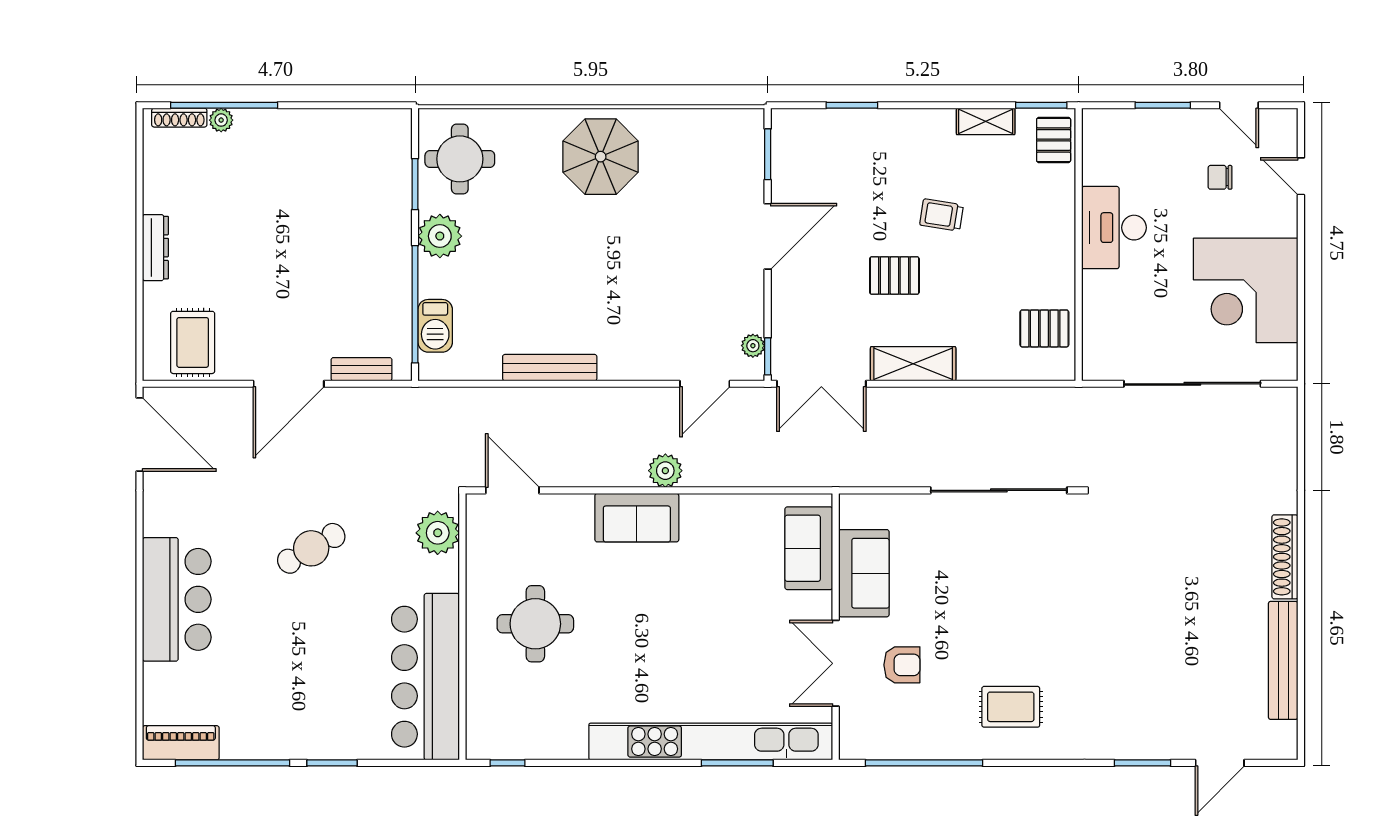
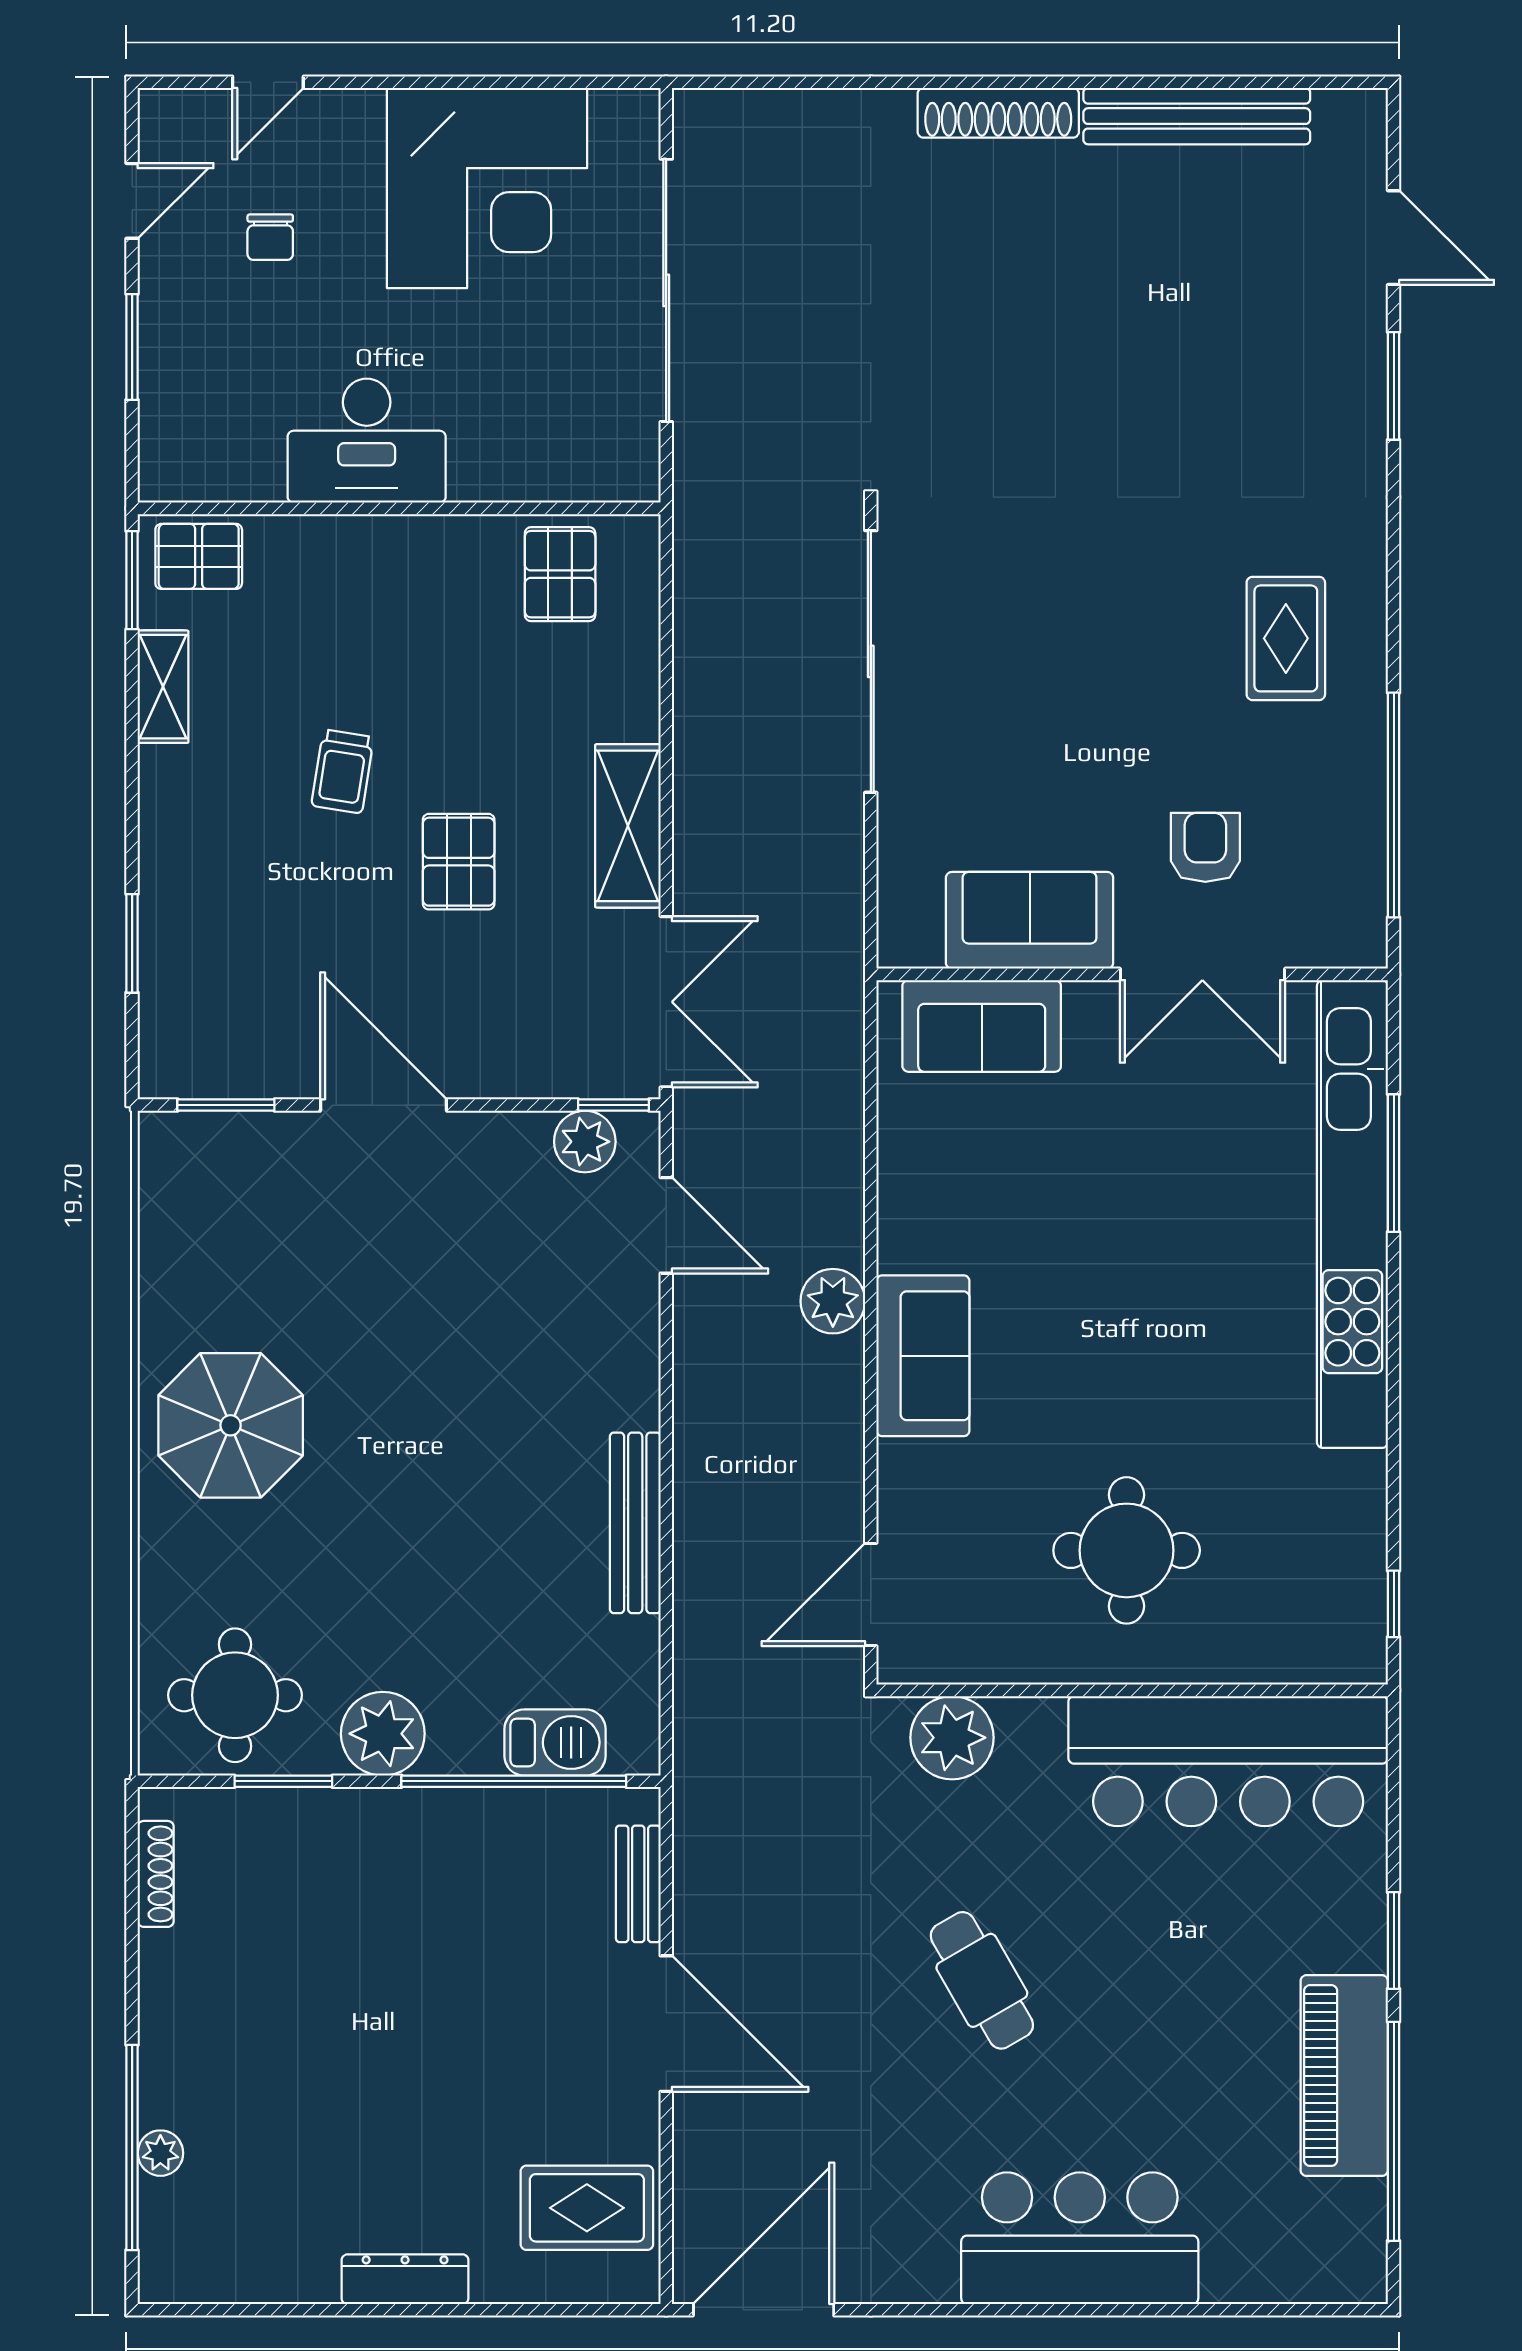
shoe rack: (179, 118) -> (156, 1874), moved
plant: (753, 346) -> (585, 1142), width x1.38, depth x1.38
piano: (181, 743) -> (1344, 2076), moved, width x1.37, depth x1.33

